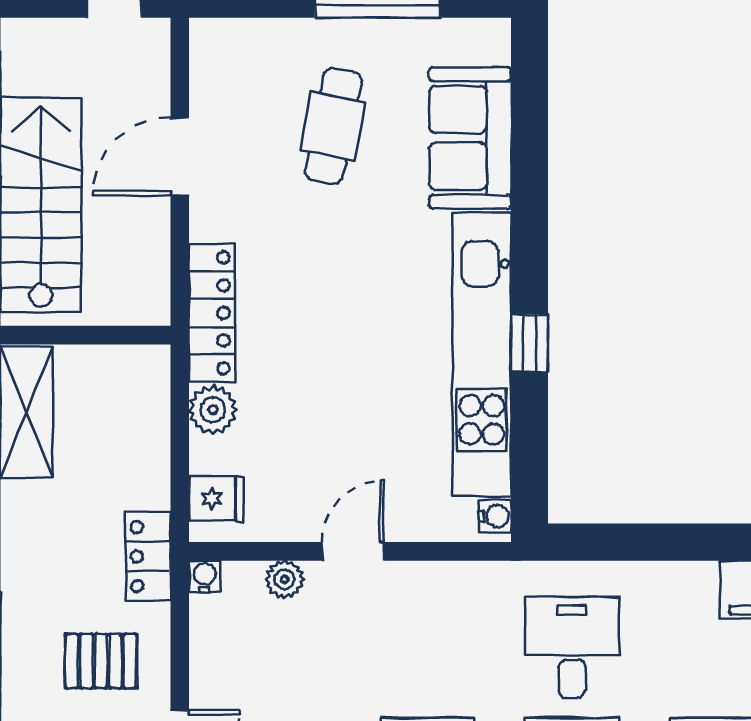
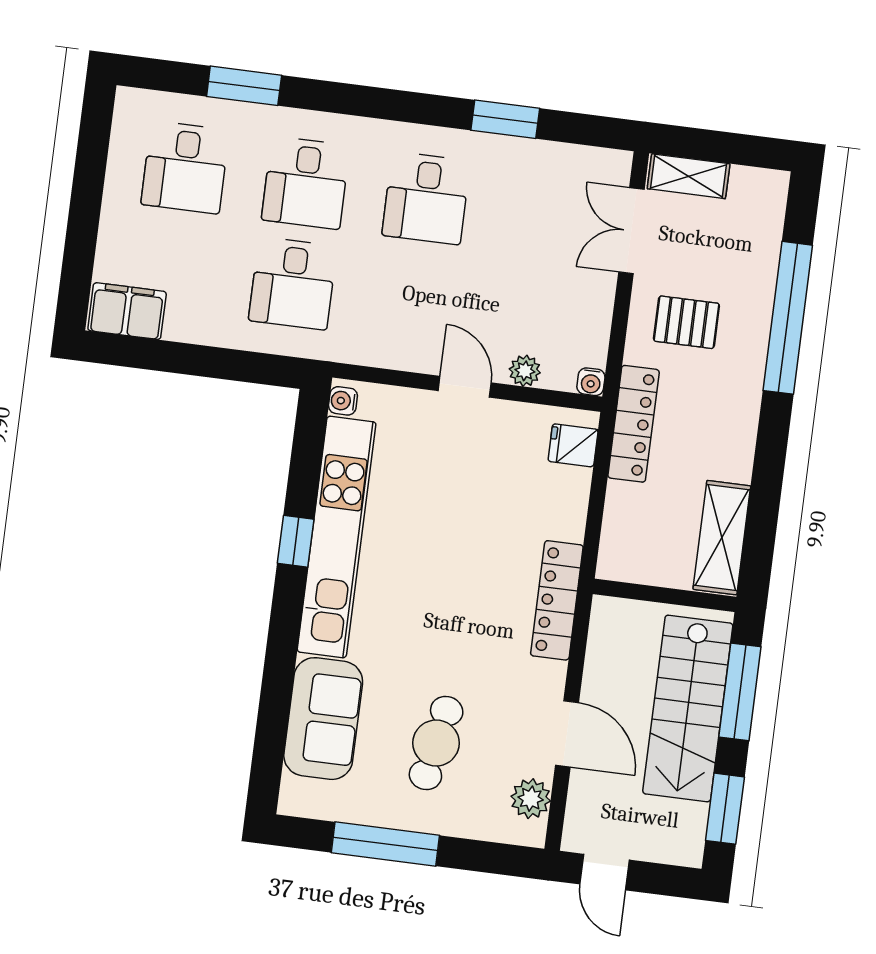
door: (180, 157) -> (567, 734), hinge flipped
plant: (213, 410) -> (531, 799), moved
door: (353, 551) -> (465, 387), swing flipped
locker: (148, 557) -> (634, 424), width x1.53

